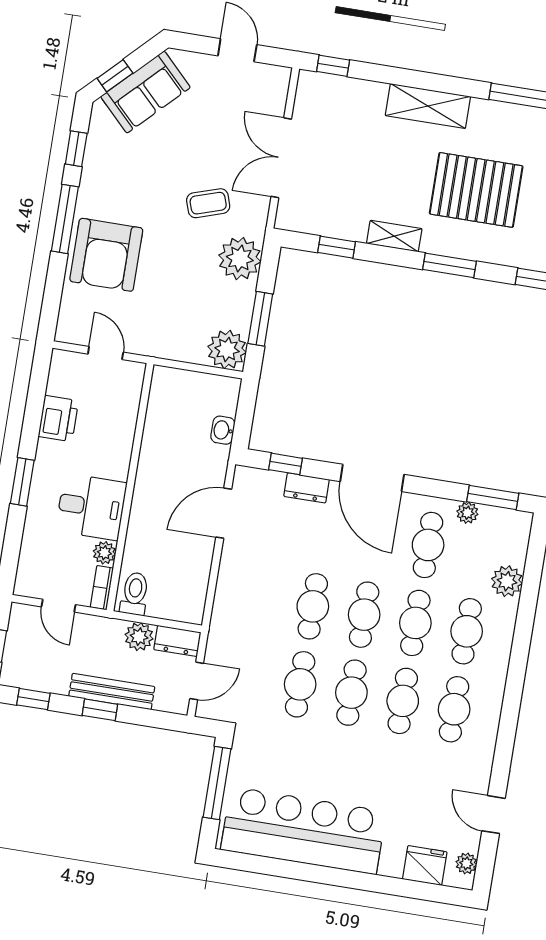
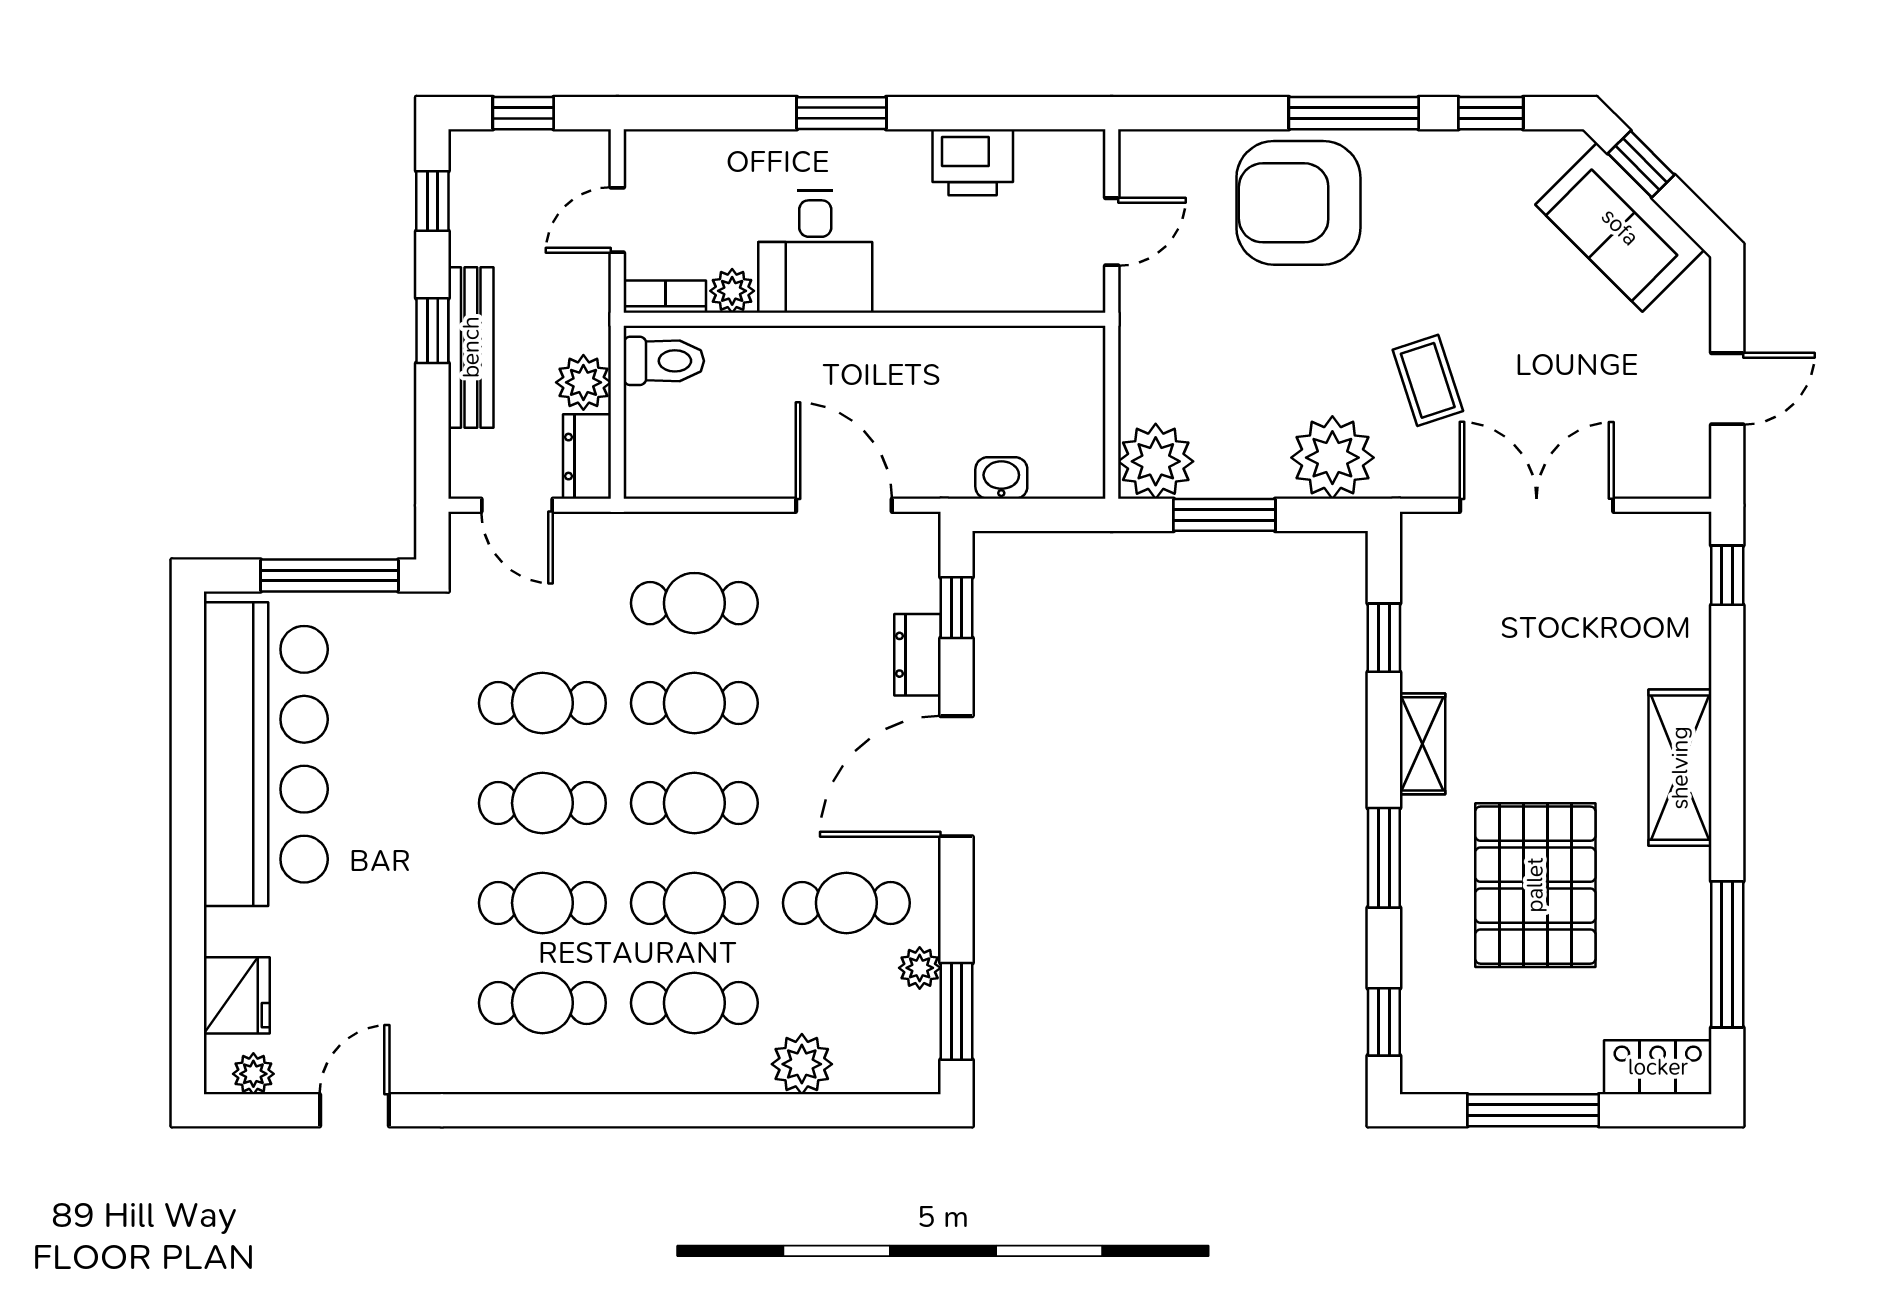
cafe table: (261, 598) -> (694, 603), added

